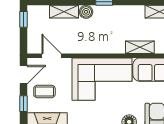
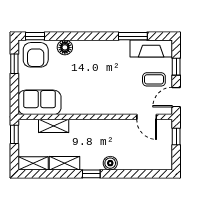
shelving: (64, 12) -> (64, 163), moved
window: (23, 19) -> (176, 137), moved
corner sofa: (102, 79) -> (93, 92), removed

